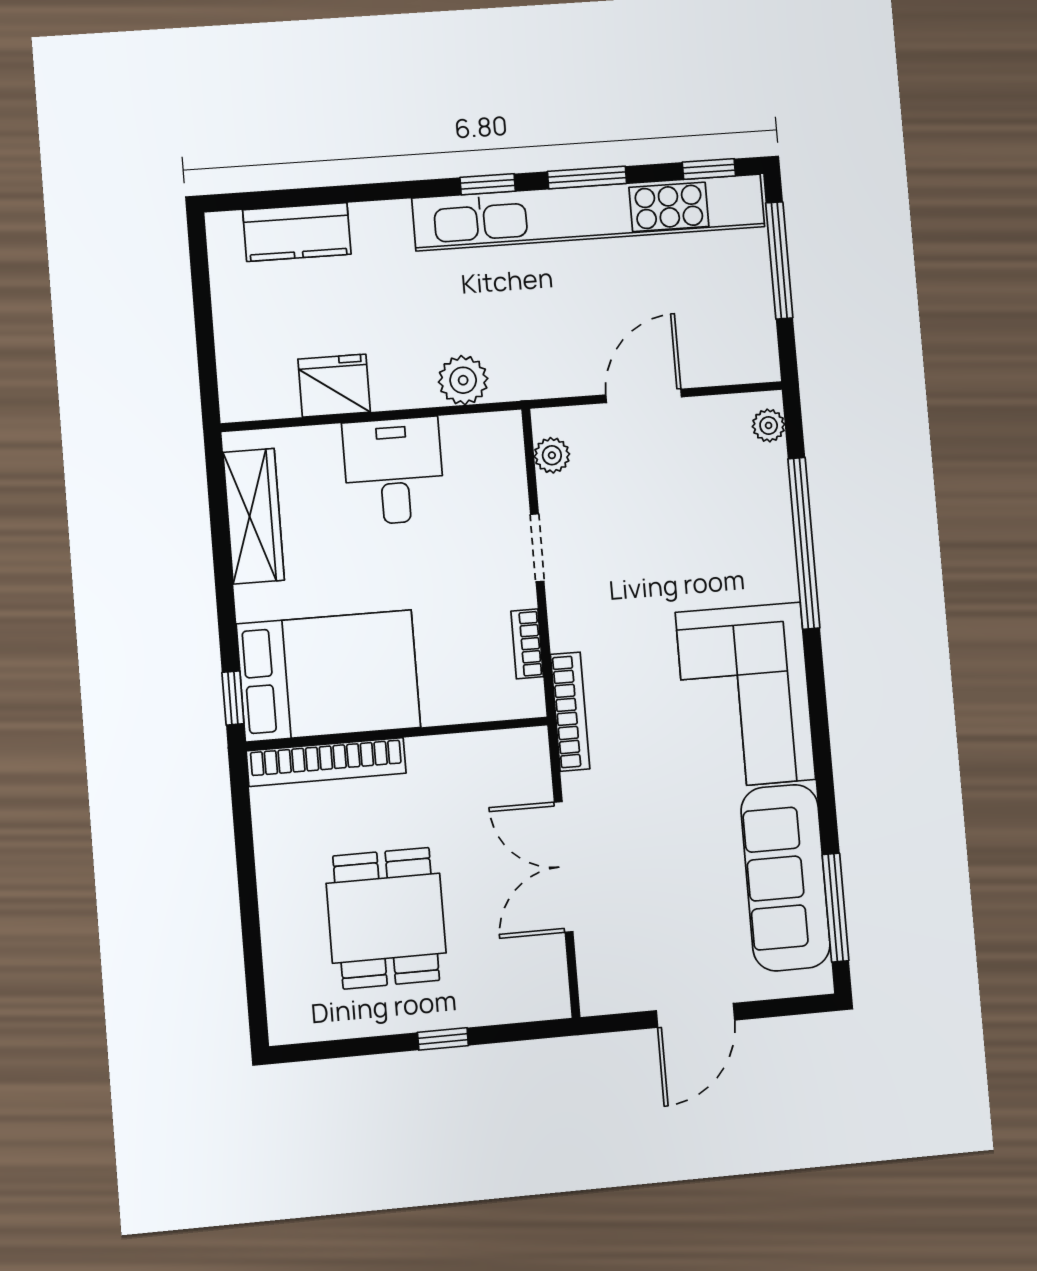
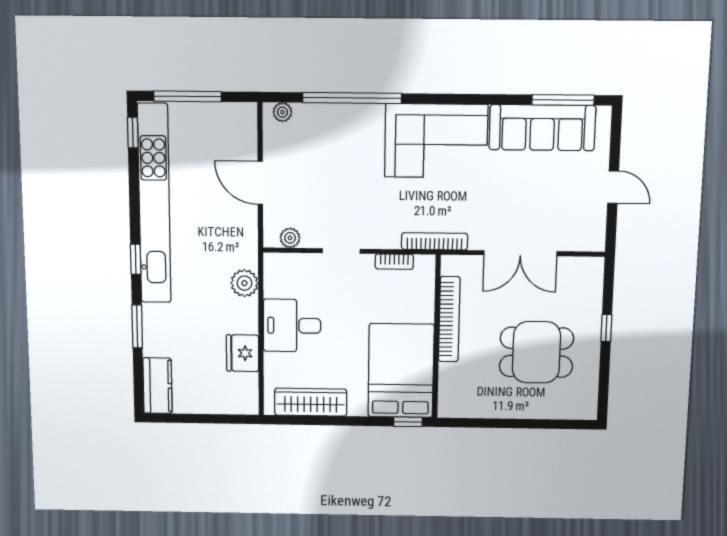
window: (587, 177) -> (137, 326), moved
kitchen counter: (297, 232) -> (157, 386), moved
bookcase: (326, 762) -> (449, 319), moved
door: (695, 1015) -> (613, 187), width x0.73

